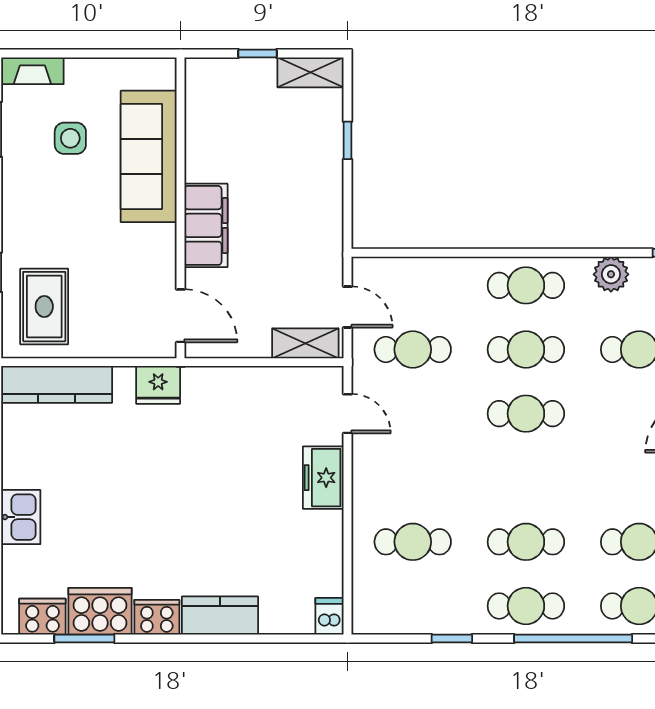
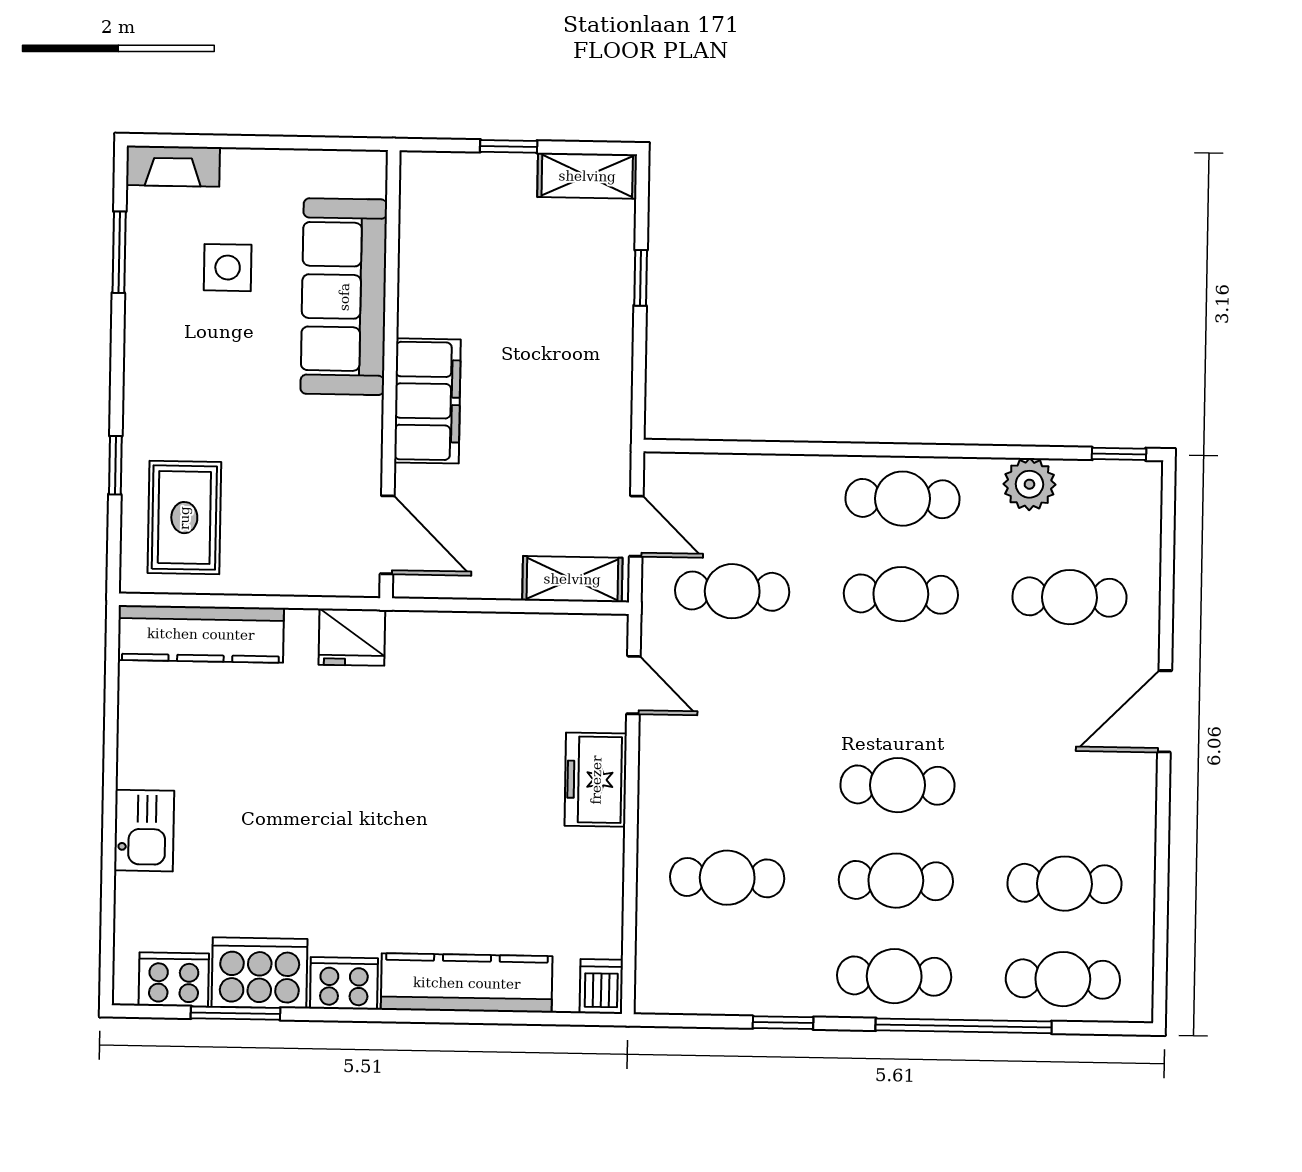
cafe table: (526, 414) -> (897, 785), moved
kitchen counter: (220, 616) -> (467, 983), width x1.50

